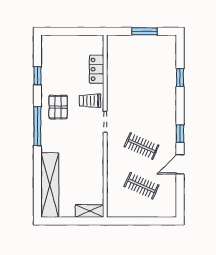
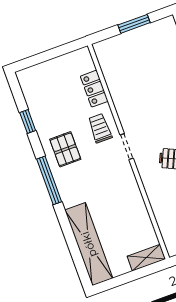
trolley: (90, 101) -> (100, 128), turned 90

